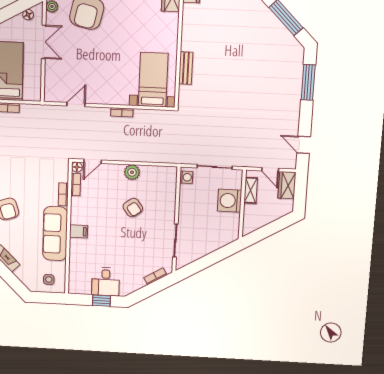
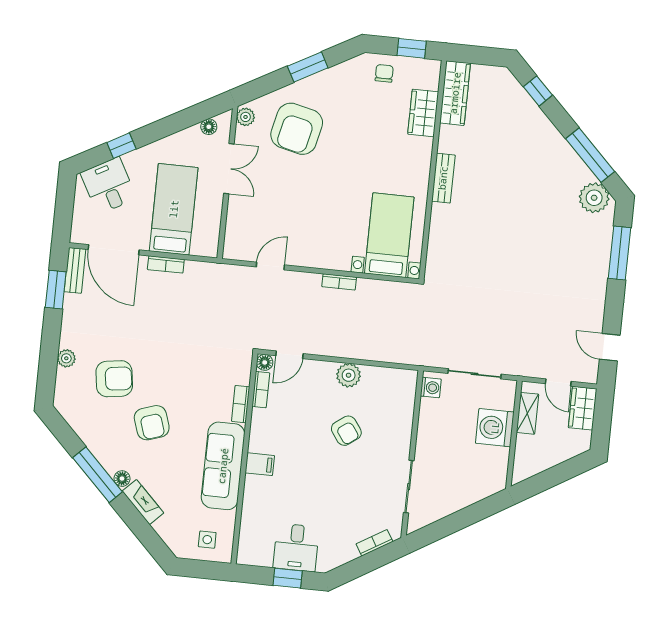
plant: (290, 46) -> (594, 198), added
bench: (186, 68) -> (443, 178), moved

